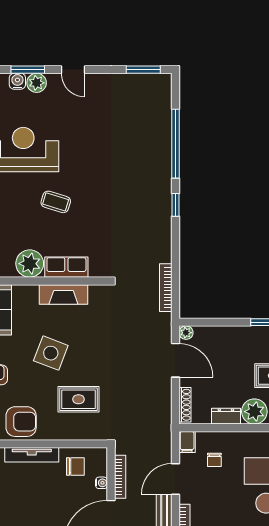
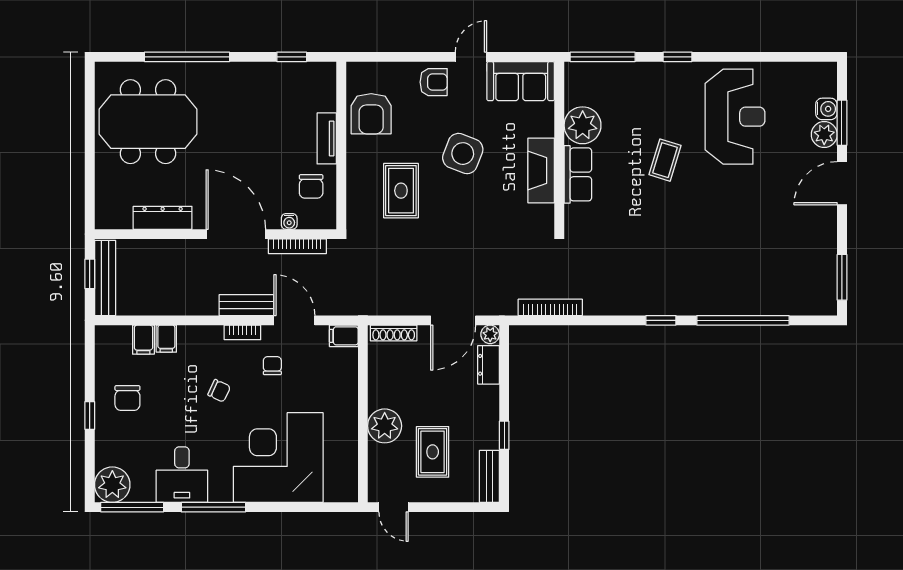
door: (73, 70) -> (842, 183), width x1.38
dresser: (226, 416) -> (489, 365), moved, turned 180
tv unit: (32, 455) -> (327, 138), width x0.71
chair: (214, 460) -> (272, 366), moved, turned 90

